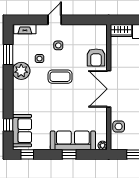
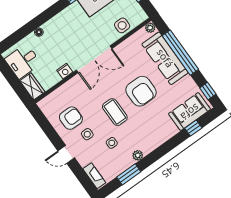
armchair: (96, 57) -> (71, 118), moved
nightstand: (115, 62) -> (65, 71), added
plant: (21, 71) -> (138, 155), width x0.53, depth x0.53
armchair: (62, 106) -> (141, 91), added
window: (69, 154) -> (180, 53), width x3.17

